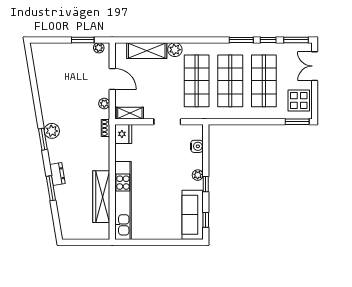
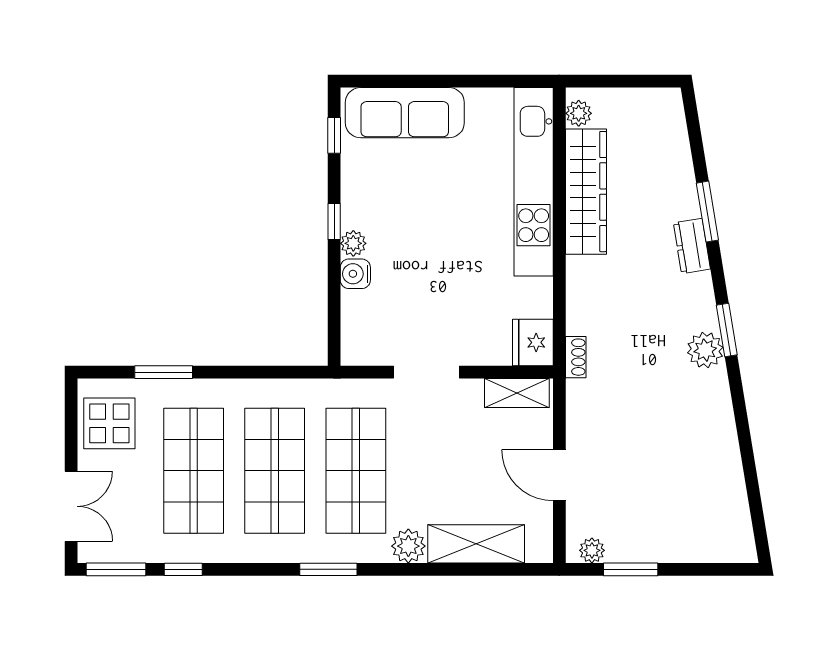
window: (241, 40) -> (328, 569), moved
plant: (104, 104) -> (579, 113), moved
window: (297, 122) -> (164, 372), moved
water cooler: (197, 146) -> (355, 274), moved
sofa: (193, 215) -> (405, 113), moved, turned 90

